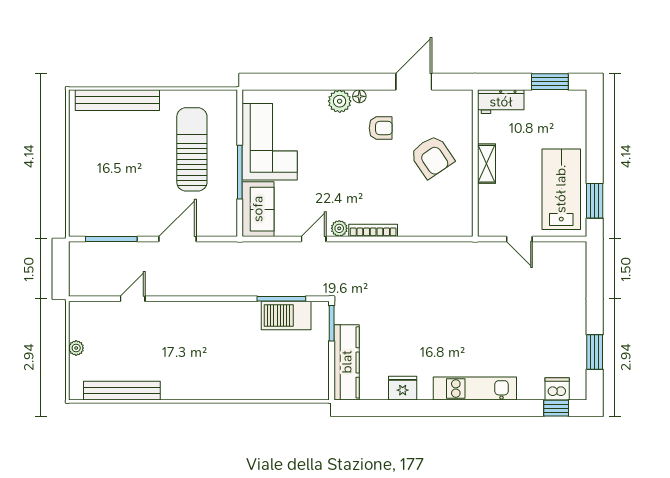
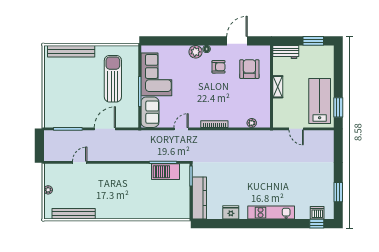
armchair: (432, 157) -> (249, 69), moved, turned -146
plant: (339, 228) -> (252, 123), moved

